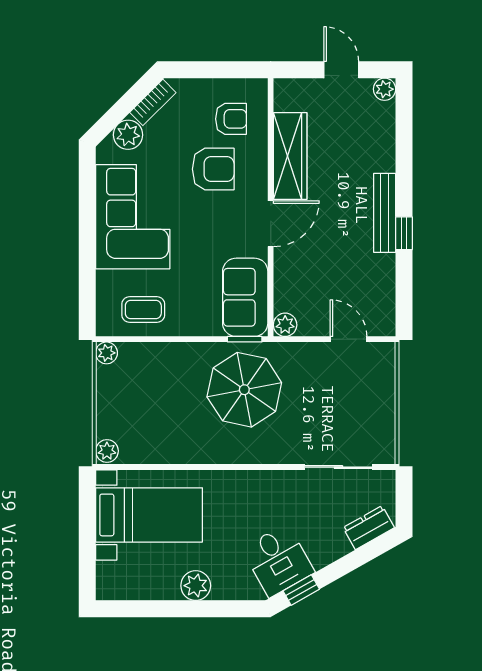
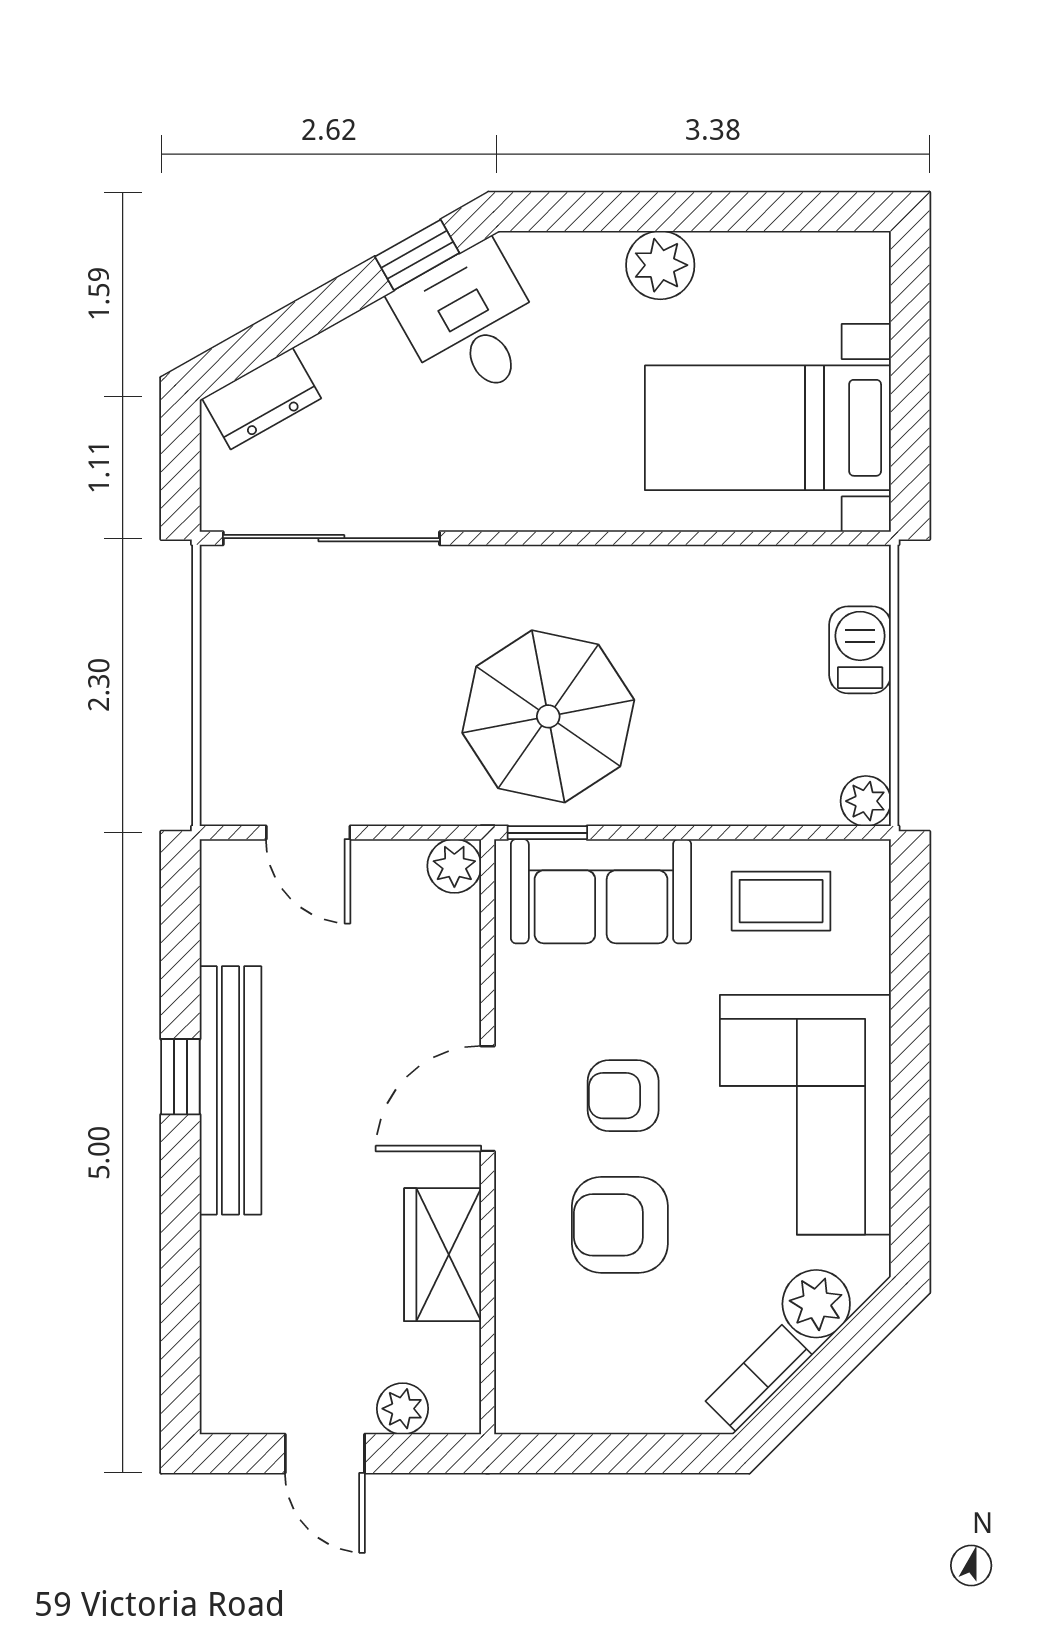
plant: (385, 89) -> (403, 1409), moved
armchair: (231, 119) -> (623, 1096), moved
wardrobe: (290, 156) -> (443, 1255), width x0.67
bench: (385, 213) -> (230, 1090), width x1.37, depth x1.21
sofa: (245, 297) -> (601, 891), moved, turned 90
barbecue: (109, 419) -> (860, 650), added
plant: (107, 451) -> (865, 575), removed
sliding door: (338, 467) -> (331, 538), width x1.37

